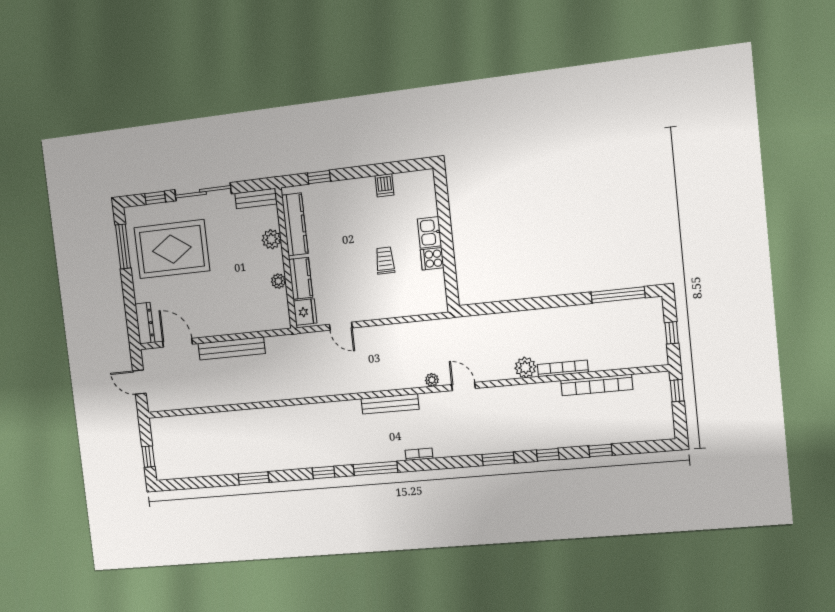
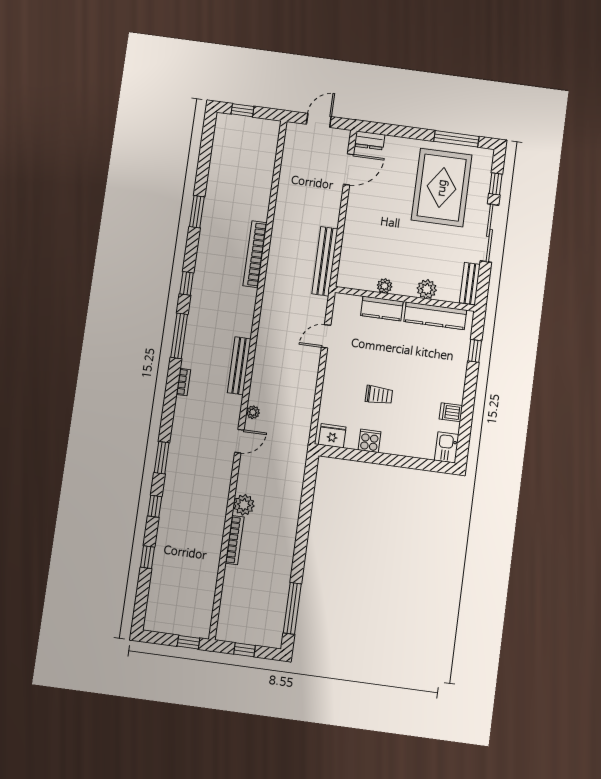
kitchen sink: (429, 232) -> (447, 447), moved, turned -90
fridge: (305, 312) -> (332, 436), moved, turned 180
dresser: (145, 323) -> (370, 140), width x0.70
bench: (232, 348) -> (325, 261), moved
bookcase: (597, 385) -> (255, 254), moved

